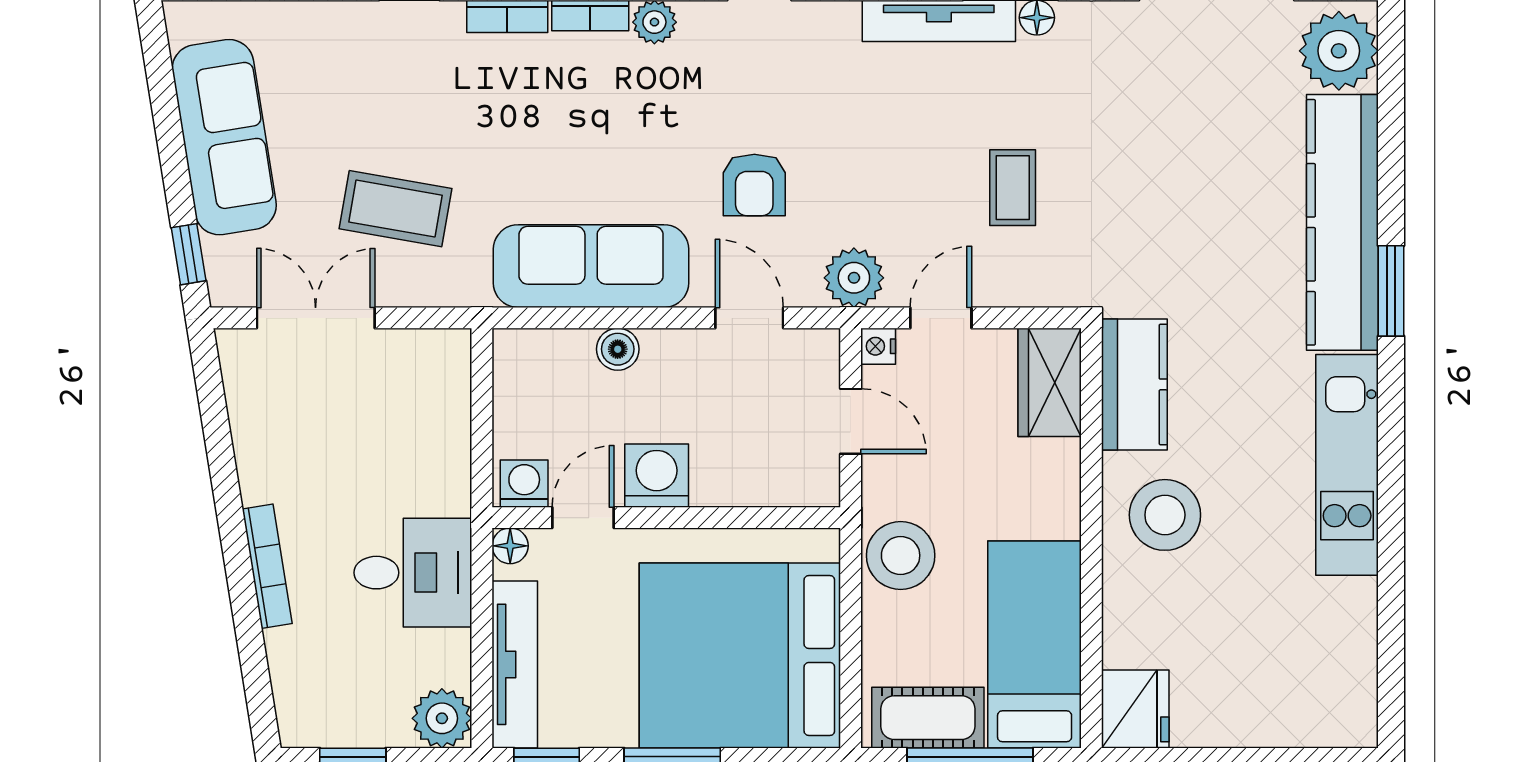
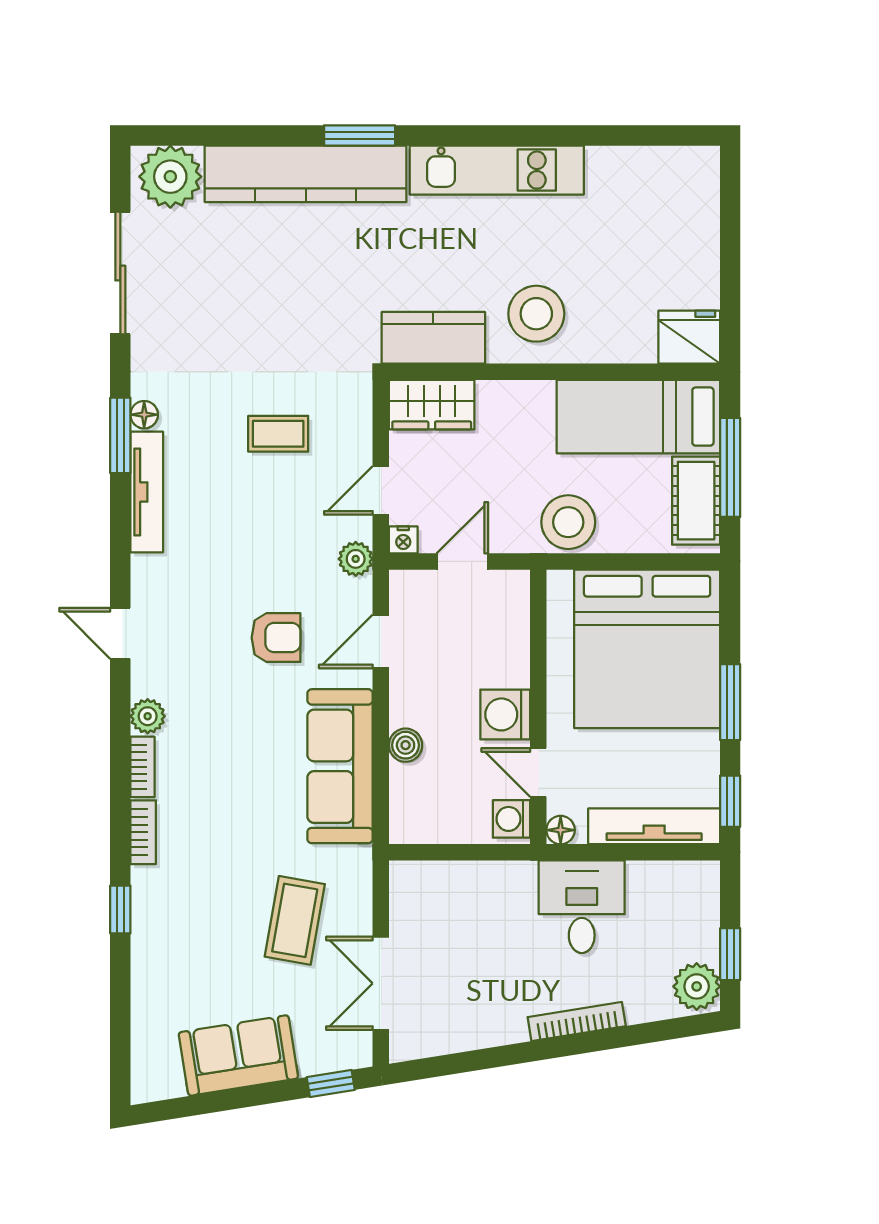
sofa: (224, 137) -> (238, 1055), width x0.73
plant: (854, 278) -> (356, 559), width x0.73, depth x0.73
door: (941, 318) -> (381, 490), hinge flipped
plant: (442, 718) -> (697, 986), moved

